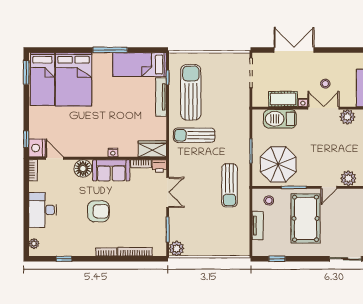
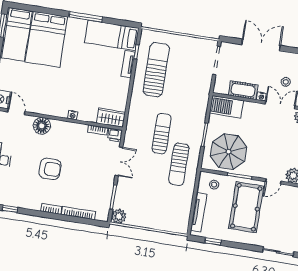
tv unit: (161, 97) -> (128, 64), width x0.71
barbecue: (280, 119) -> (227, 107), moved
sun lounger: (194, 135) -> (162, 134), moved, turned 90
sofa: (111, 170) -> (68, 132), removed
tv unit: (258, 225) -> (199, 212), width x1.41

